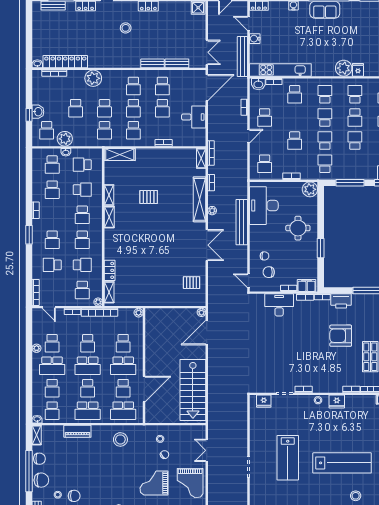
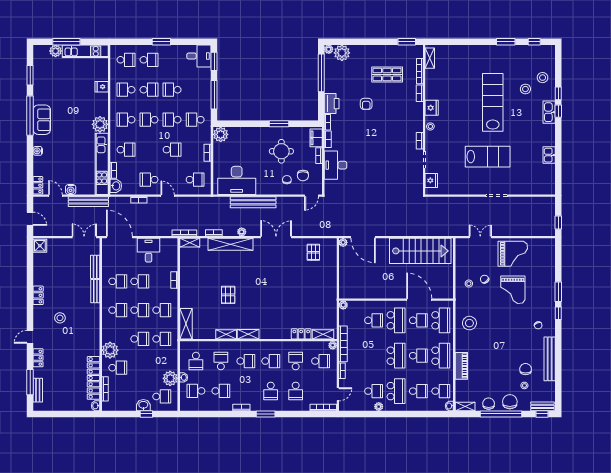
door: (249, 23) -> (55, 196), swing flipped
plant: (344, 68) -> (100, 124), moved
school desk: (76, 108) -> (118, 368), moved
school desk: (265, 117) -> (149, 180), turned 180
school desk: (52, 165) -> (196, 391), turned 180
round table: (298, 228) -> (281, 151), moved
school desk: (52, 240) -> (271, 391), turned 90
armchair: (341, 336) -> (366, 104), width x0.53, depth x0.53
school desk: (88, 343) -> (374, 356), removed
double door: (207, 450) -> (480, 237), swing flipped

